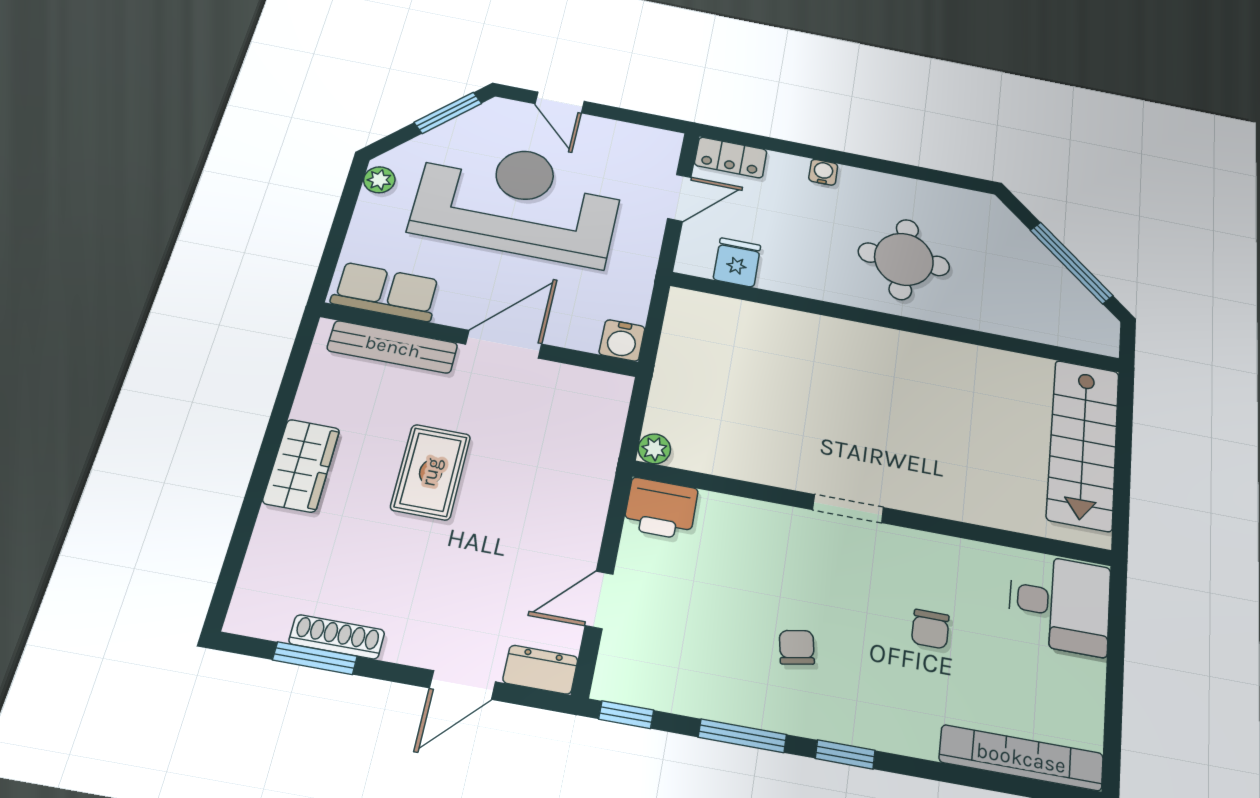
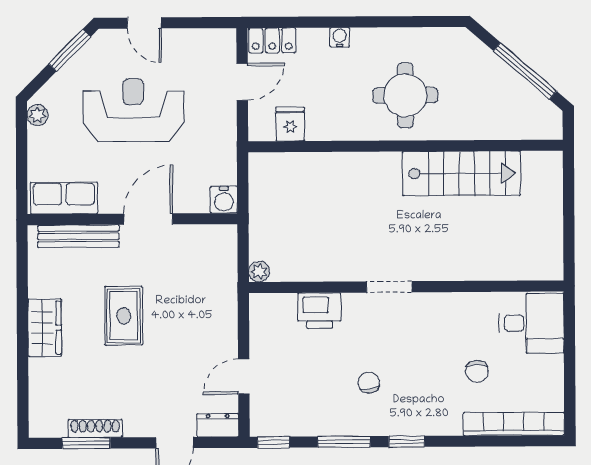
reception desk: (518, 201) -> (133, 110), width x0.74, depth x0.77
stairs: (1083, 444) -> (461, 173), moved, turned -90
printer: (661, 508) -> (319, 311), moved
chair: (930, 629) -> (477, 371), moved

